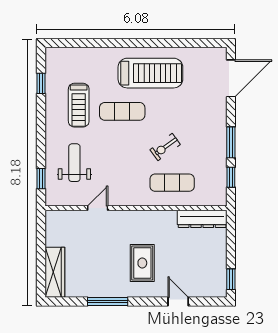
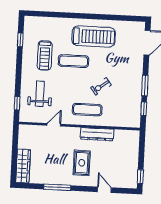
exercise mat: (172, 183) -> (87, 110), moved
dresser: (202, 219) -> (97, 134), moved

